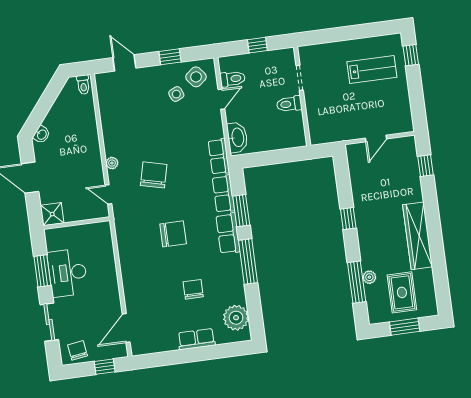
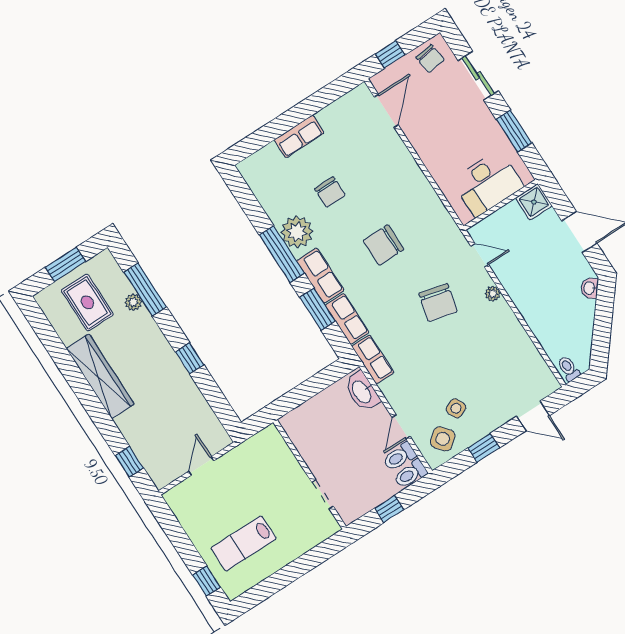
toilet: (289, 104) -> (410, 474), moved, turned 180
desk: (68, 273) -> (488, 183), moved, turned 90
plant: (236, 318) -> (297, 232), moved

